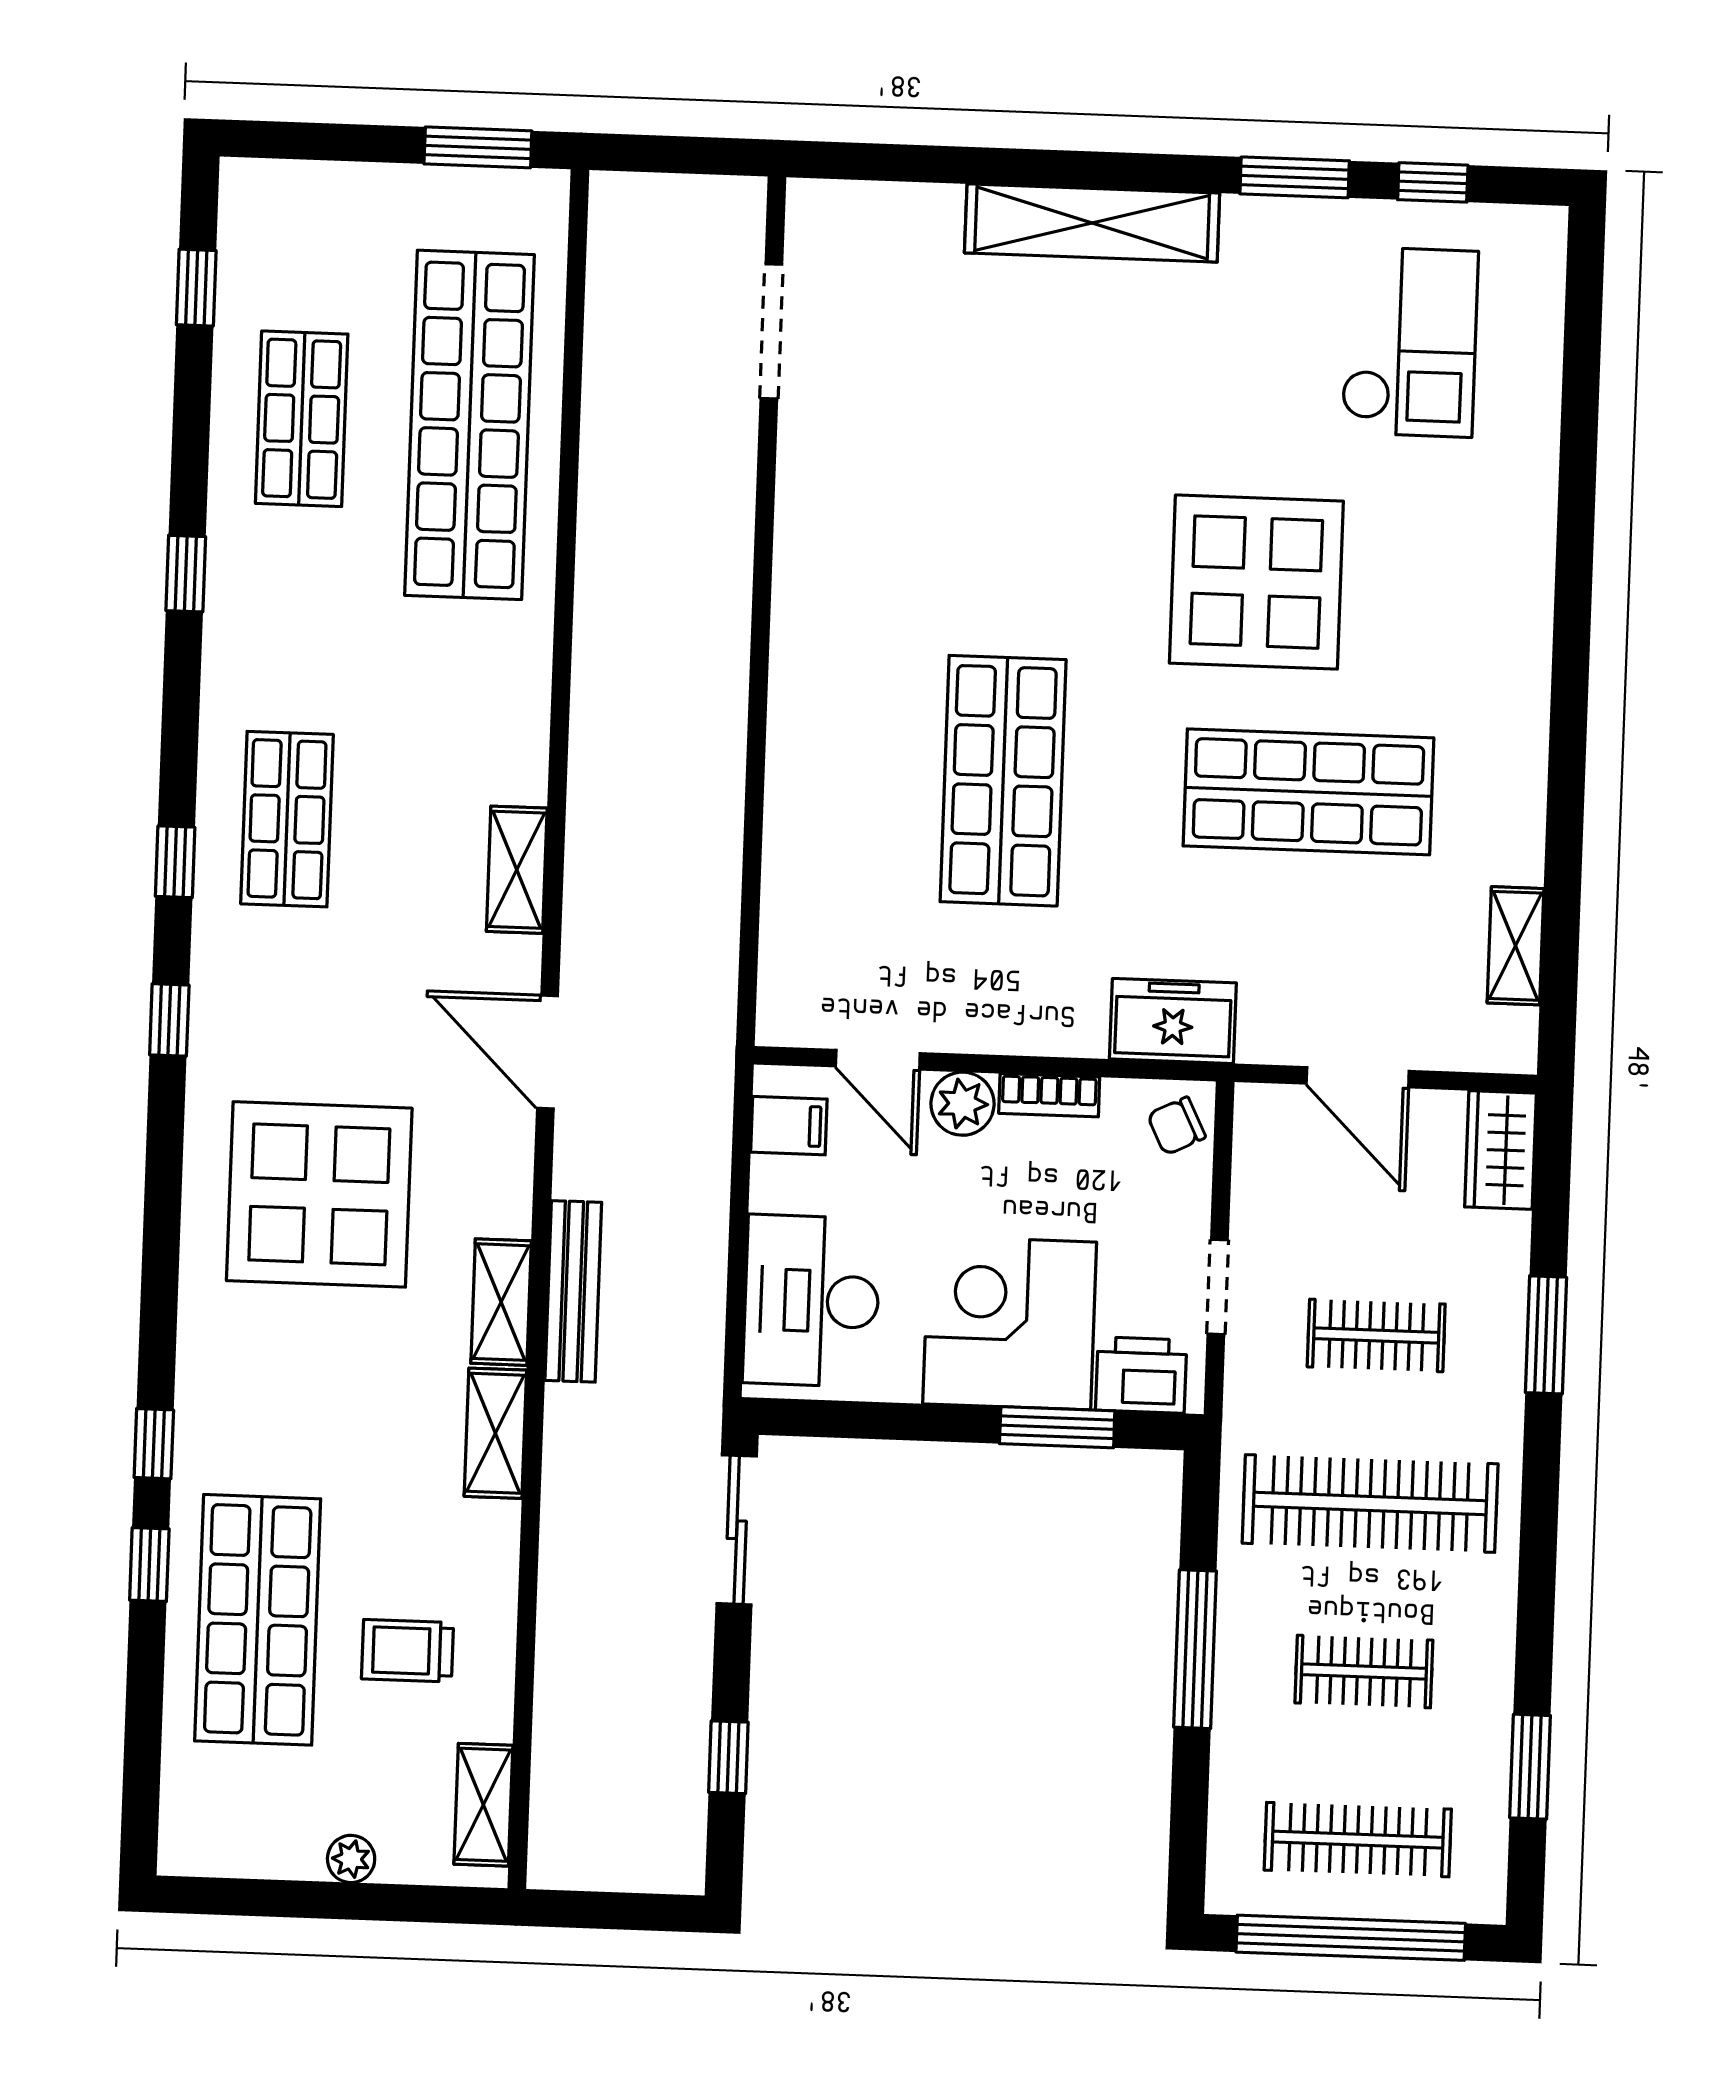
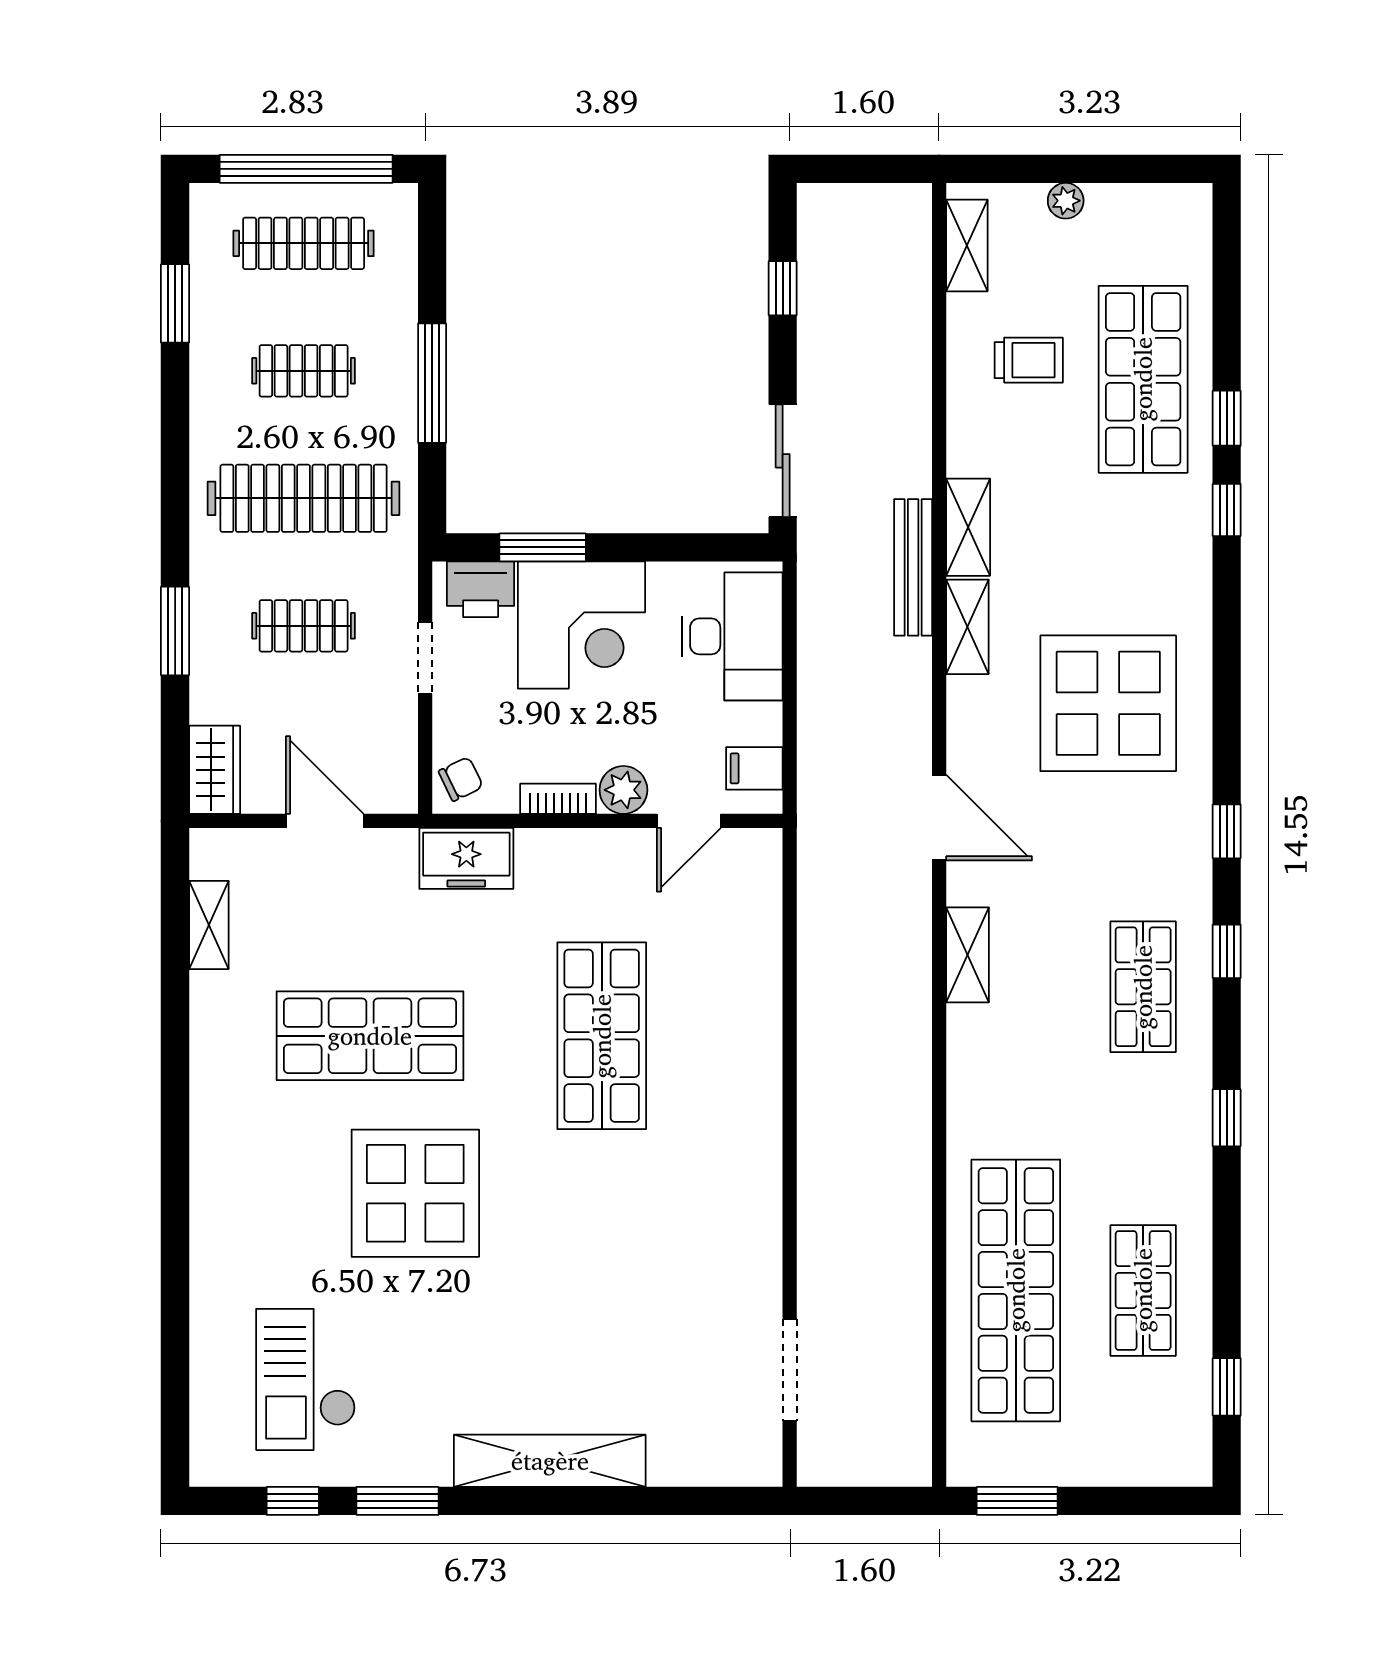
window: (186, 574) -> (1227, 1118), moved
door: (878, 1060) -> (689, 821), swing flipped
bench: (573, 1291) -> (913, 567), moved

